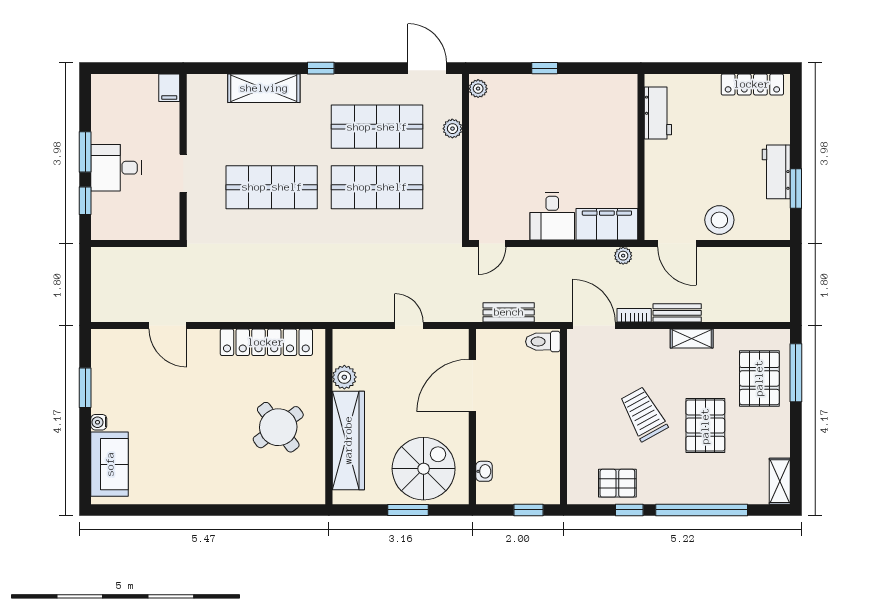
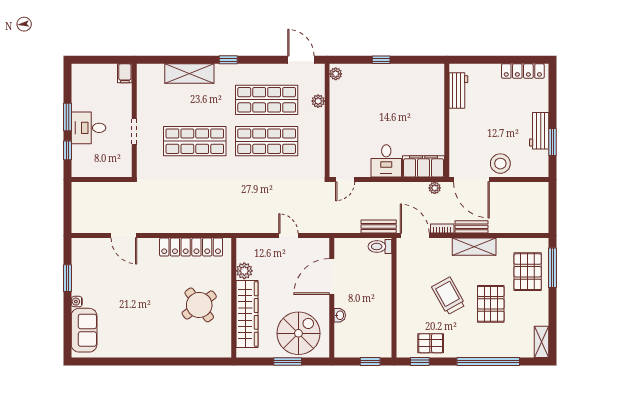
door: (677, 243) -> (471, 180), width x1.36
bench: (509, 312) -> (379, 227), moved
shelving: (692, 338) -> (474, 247), width x1.50, depth x1.33
washbasin: (484, 471) -> (340, 315), moved
window: (629, 510) -> (420, 361), moved

